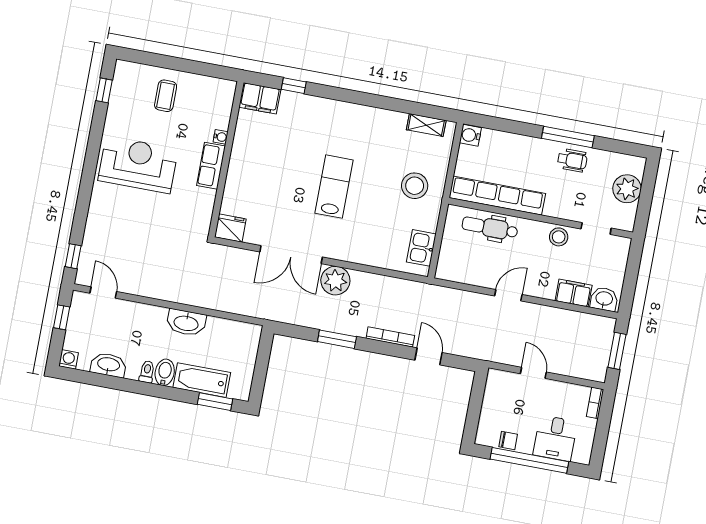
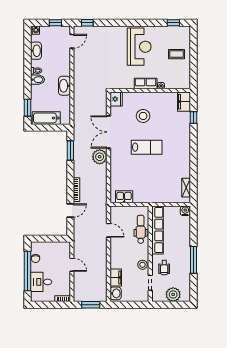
wheelchair: (572, 160) -> (164, 268), moved
stool: (415, 186) -> (143, 116), moved
door: (508, 295) -> (108, 230), moved
window: (337, 339) -> (70, 151), moved
door: (533, 373) -> (72, 265), hinge flipped
bathtub: (202, 380) -> (46, 118), moved, turned -90

